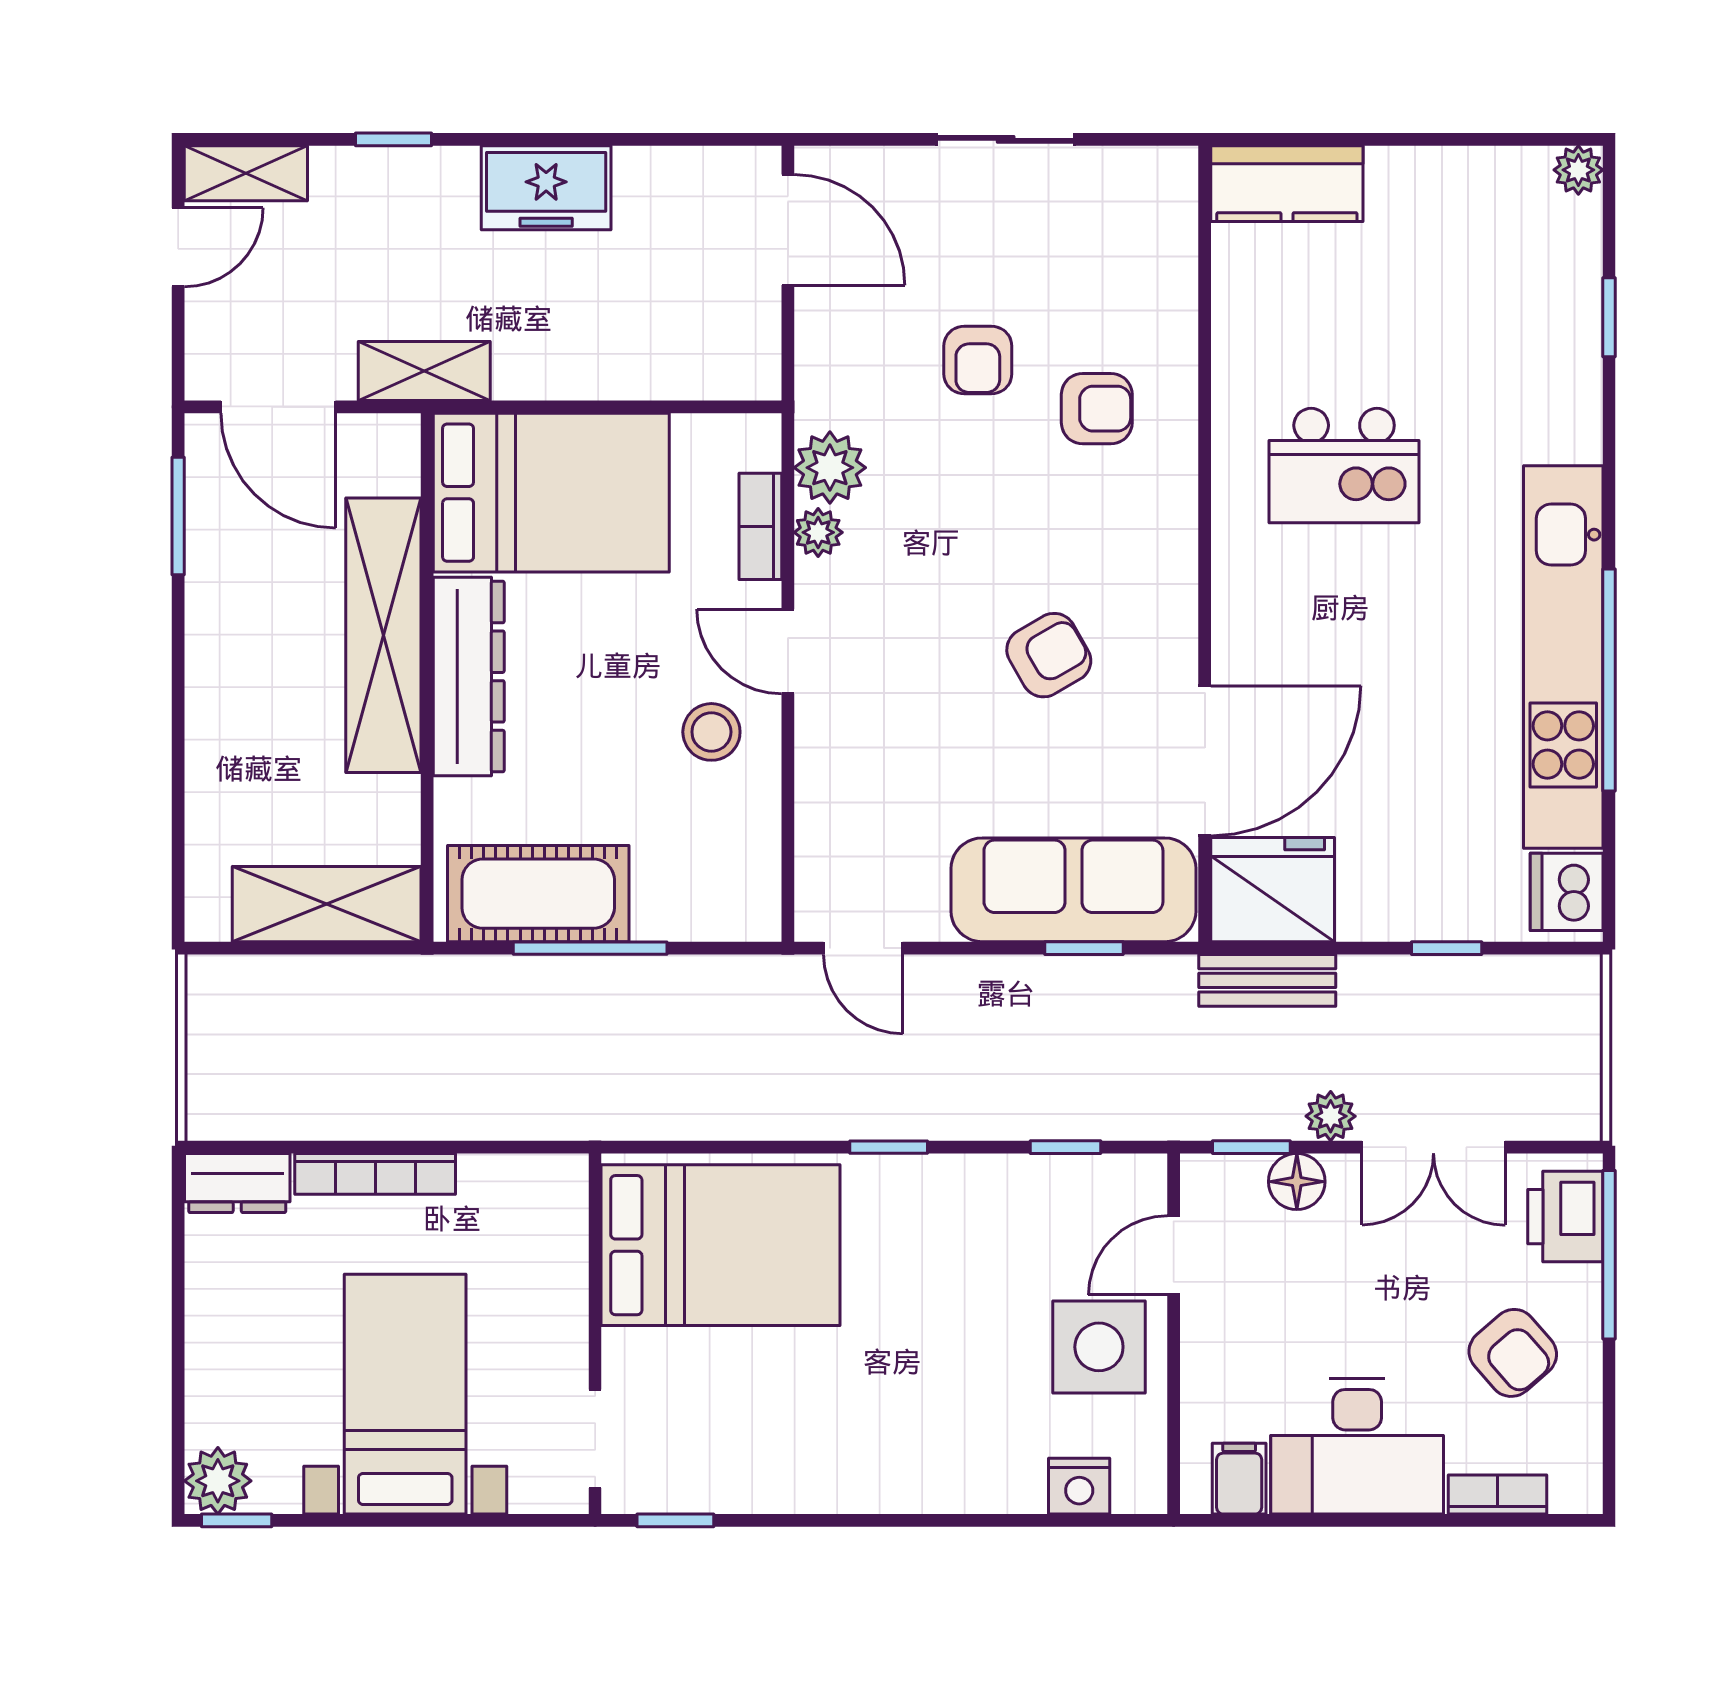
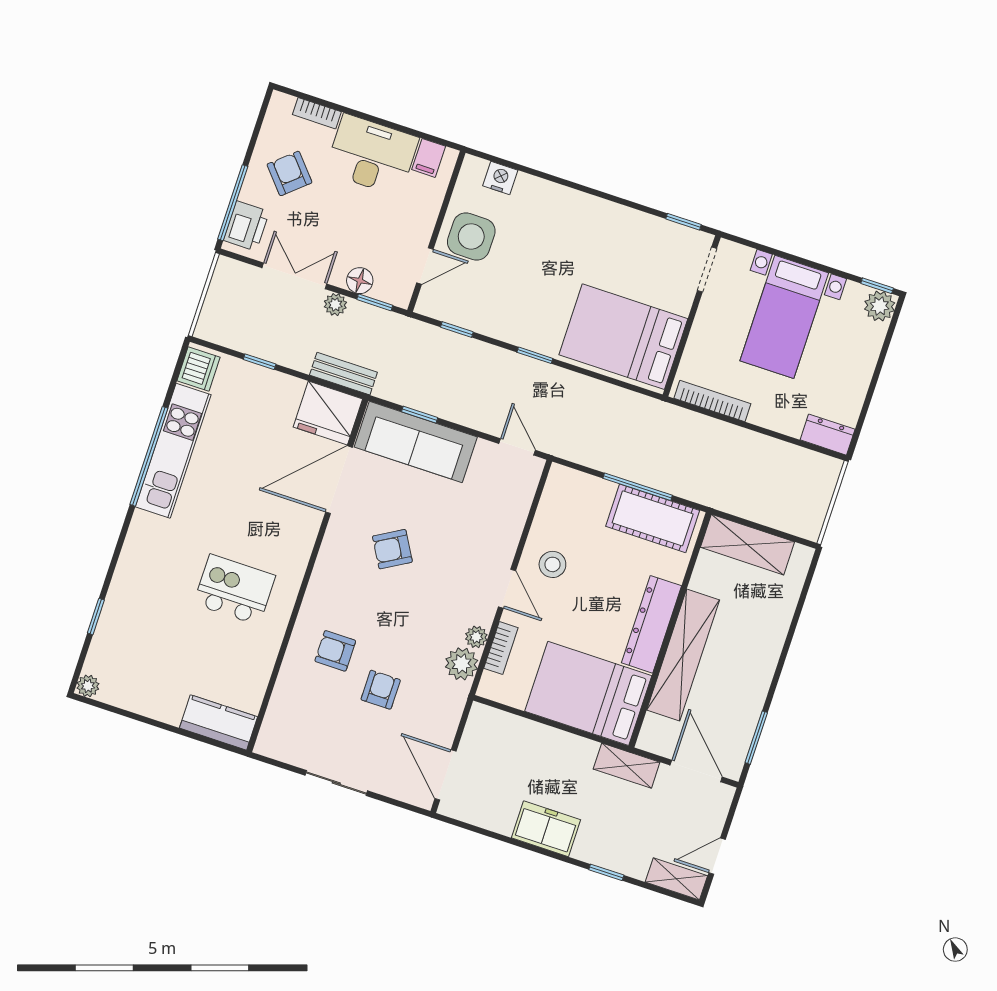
kitchen unit: (1563, 657) -> (173, 451), width x0.73
bookcase: (375, 1174) -> (712, 401), moved

